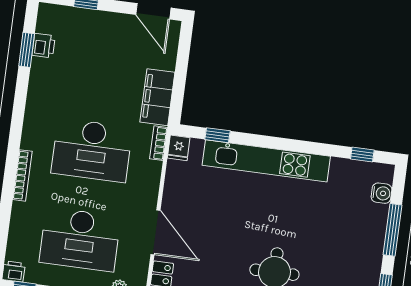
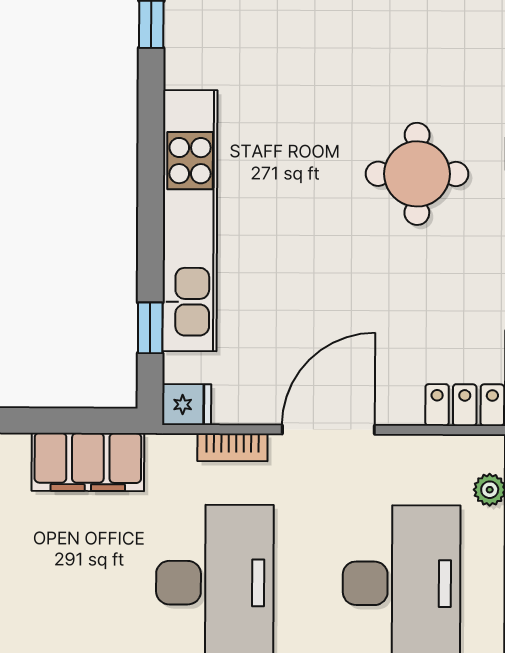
bookcase: (159, 143) -> (232, 447), moved
door: (155, 232) -> (328, 430), moved

